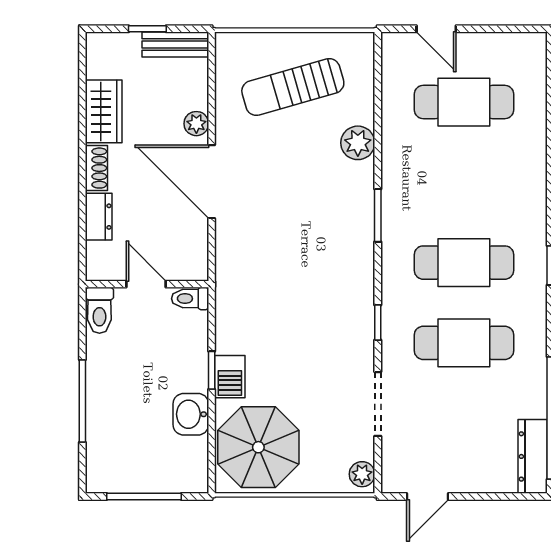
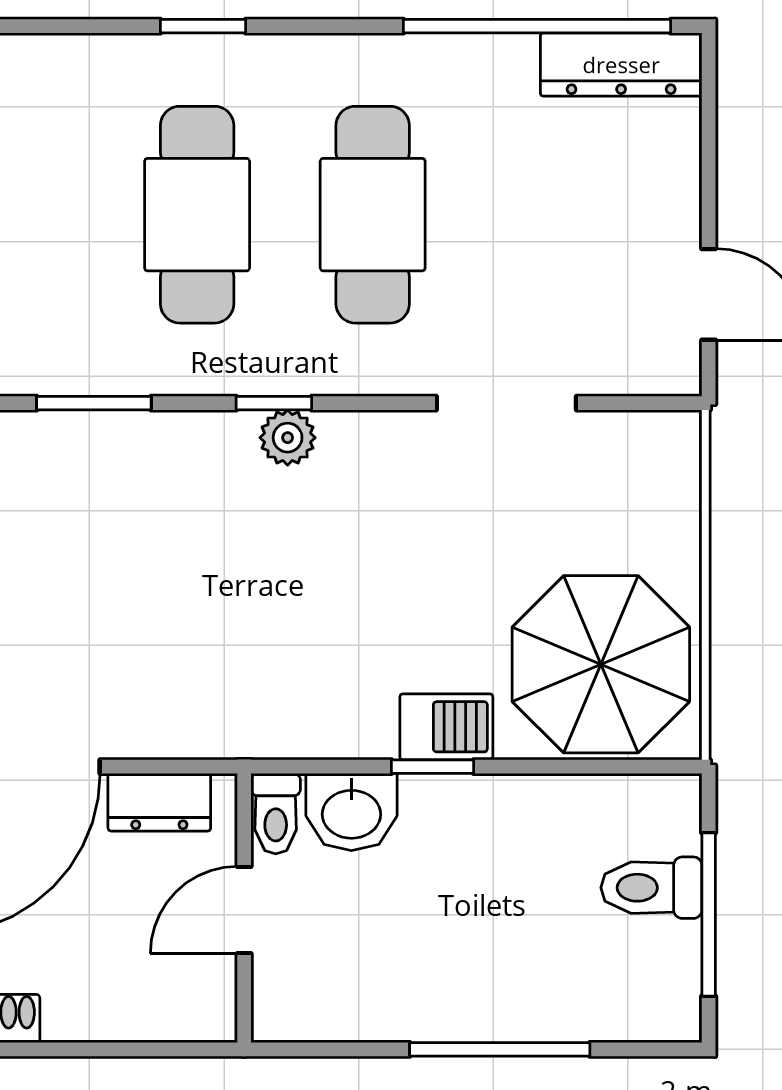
dresser: (99, 217) -> (159, 802), moved, turned 180
toilet: (99, 310) -> (651, 888), moved, turned 180
window: (378, 322) -> (274, 403), moved
washbasin: (191, 414) -> (351, 812), moved
plant: (362, 474) -> (288, 438), moved

